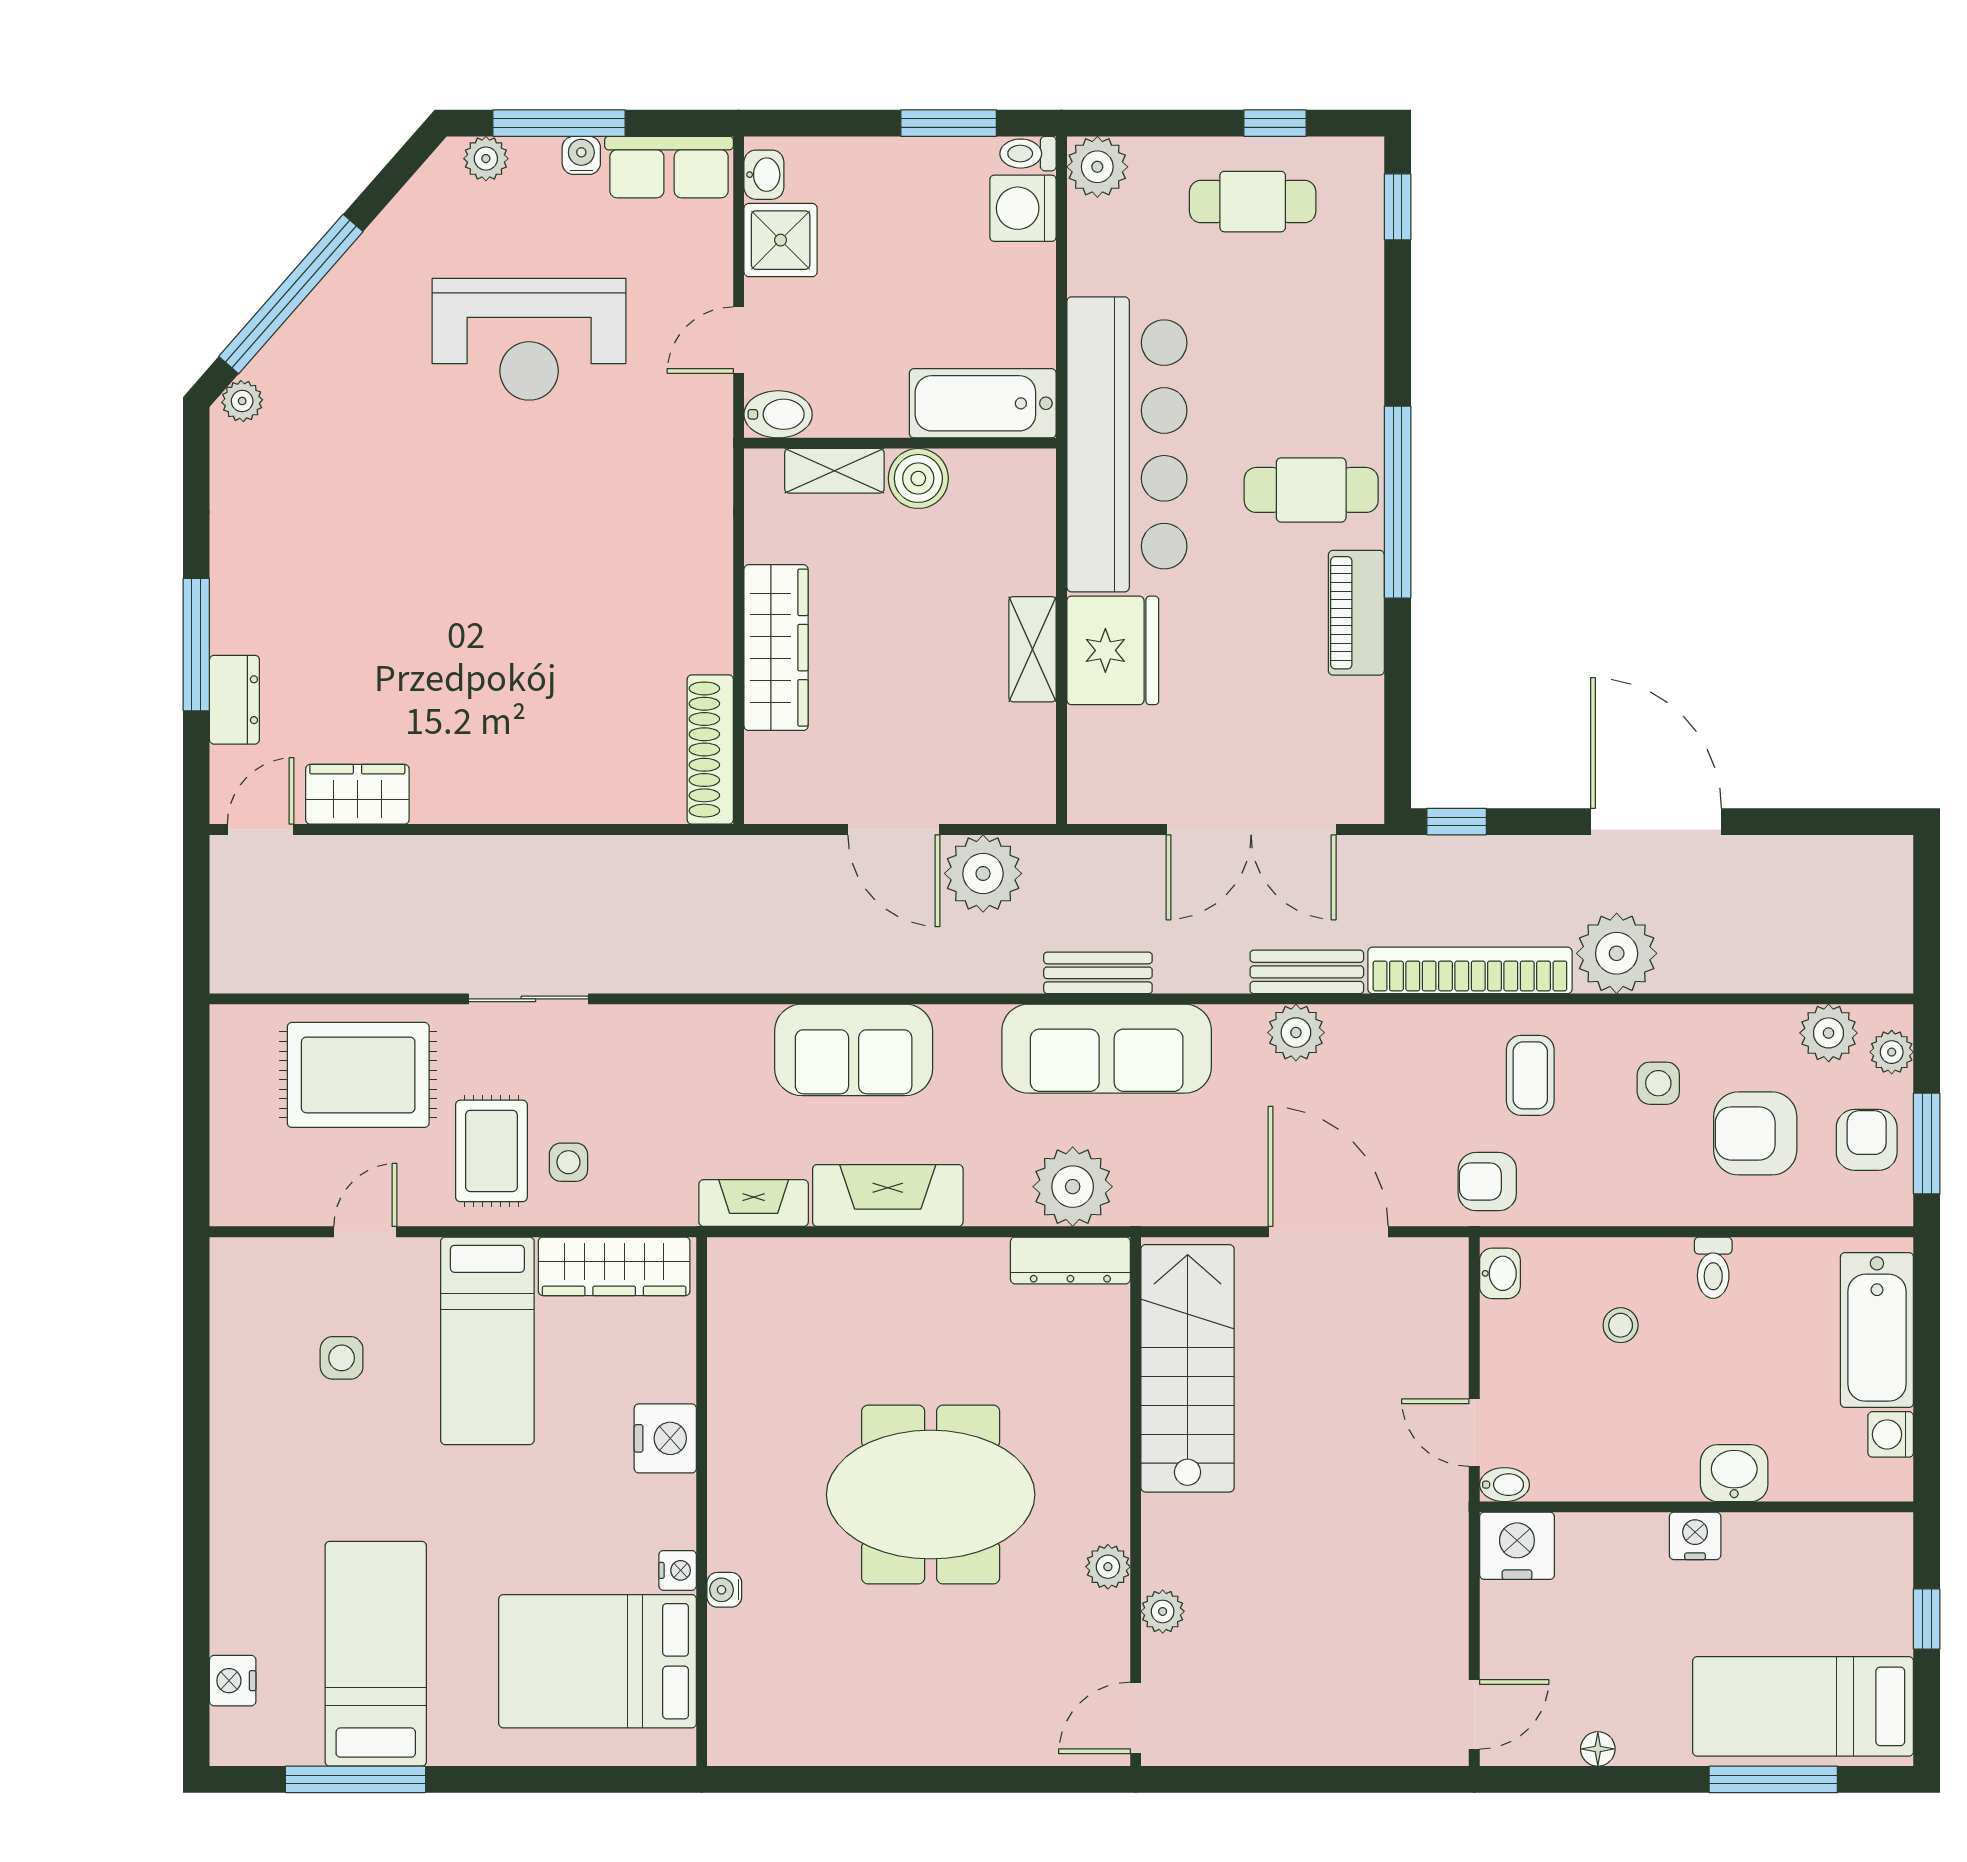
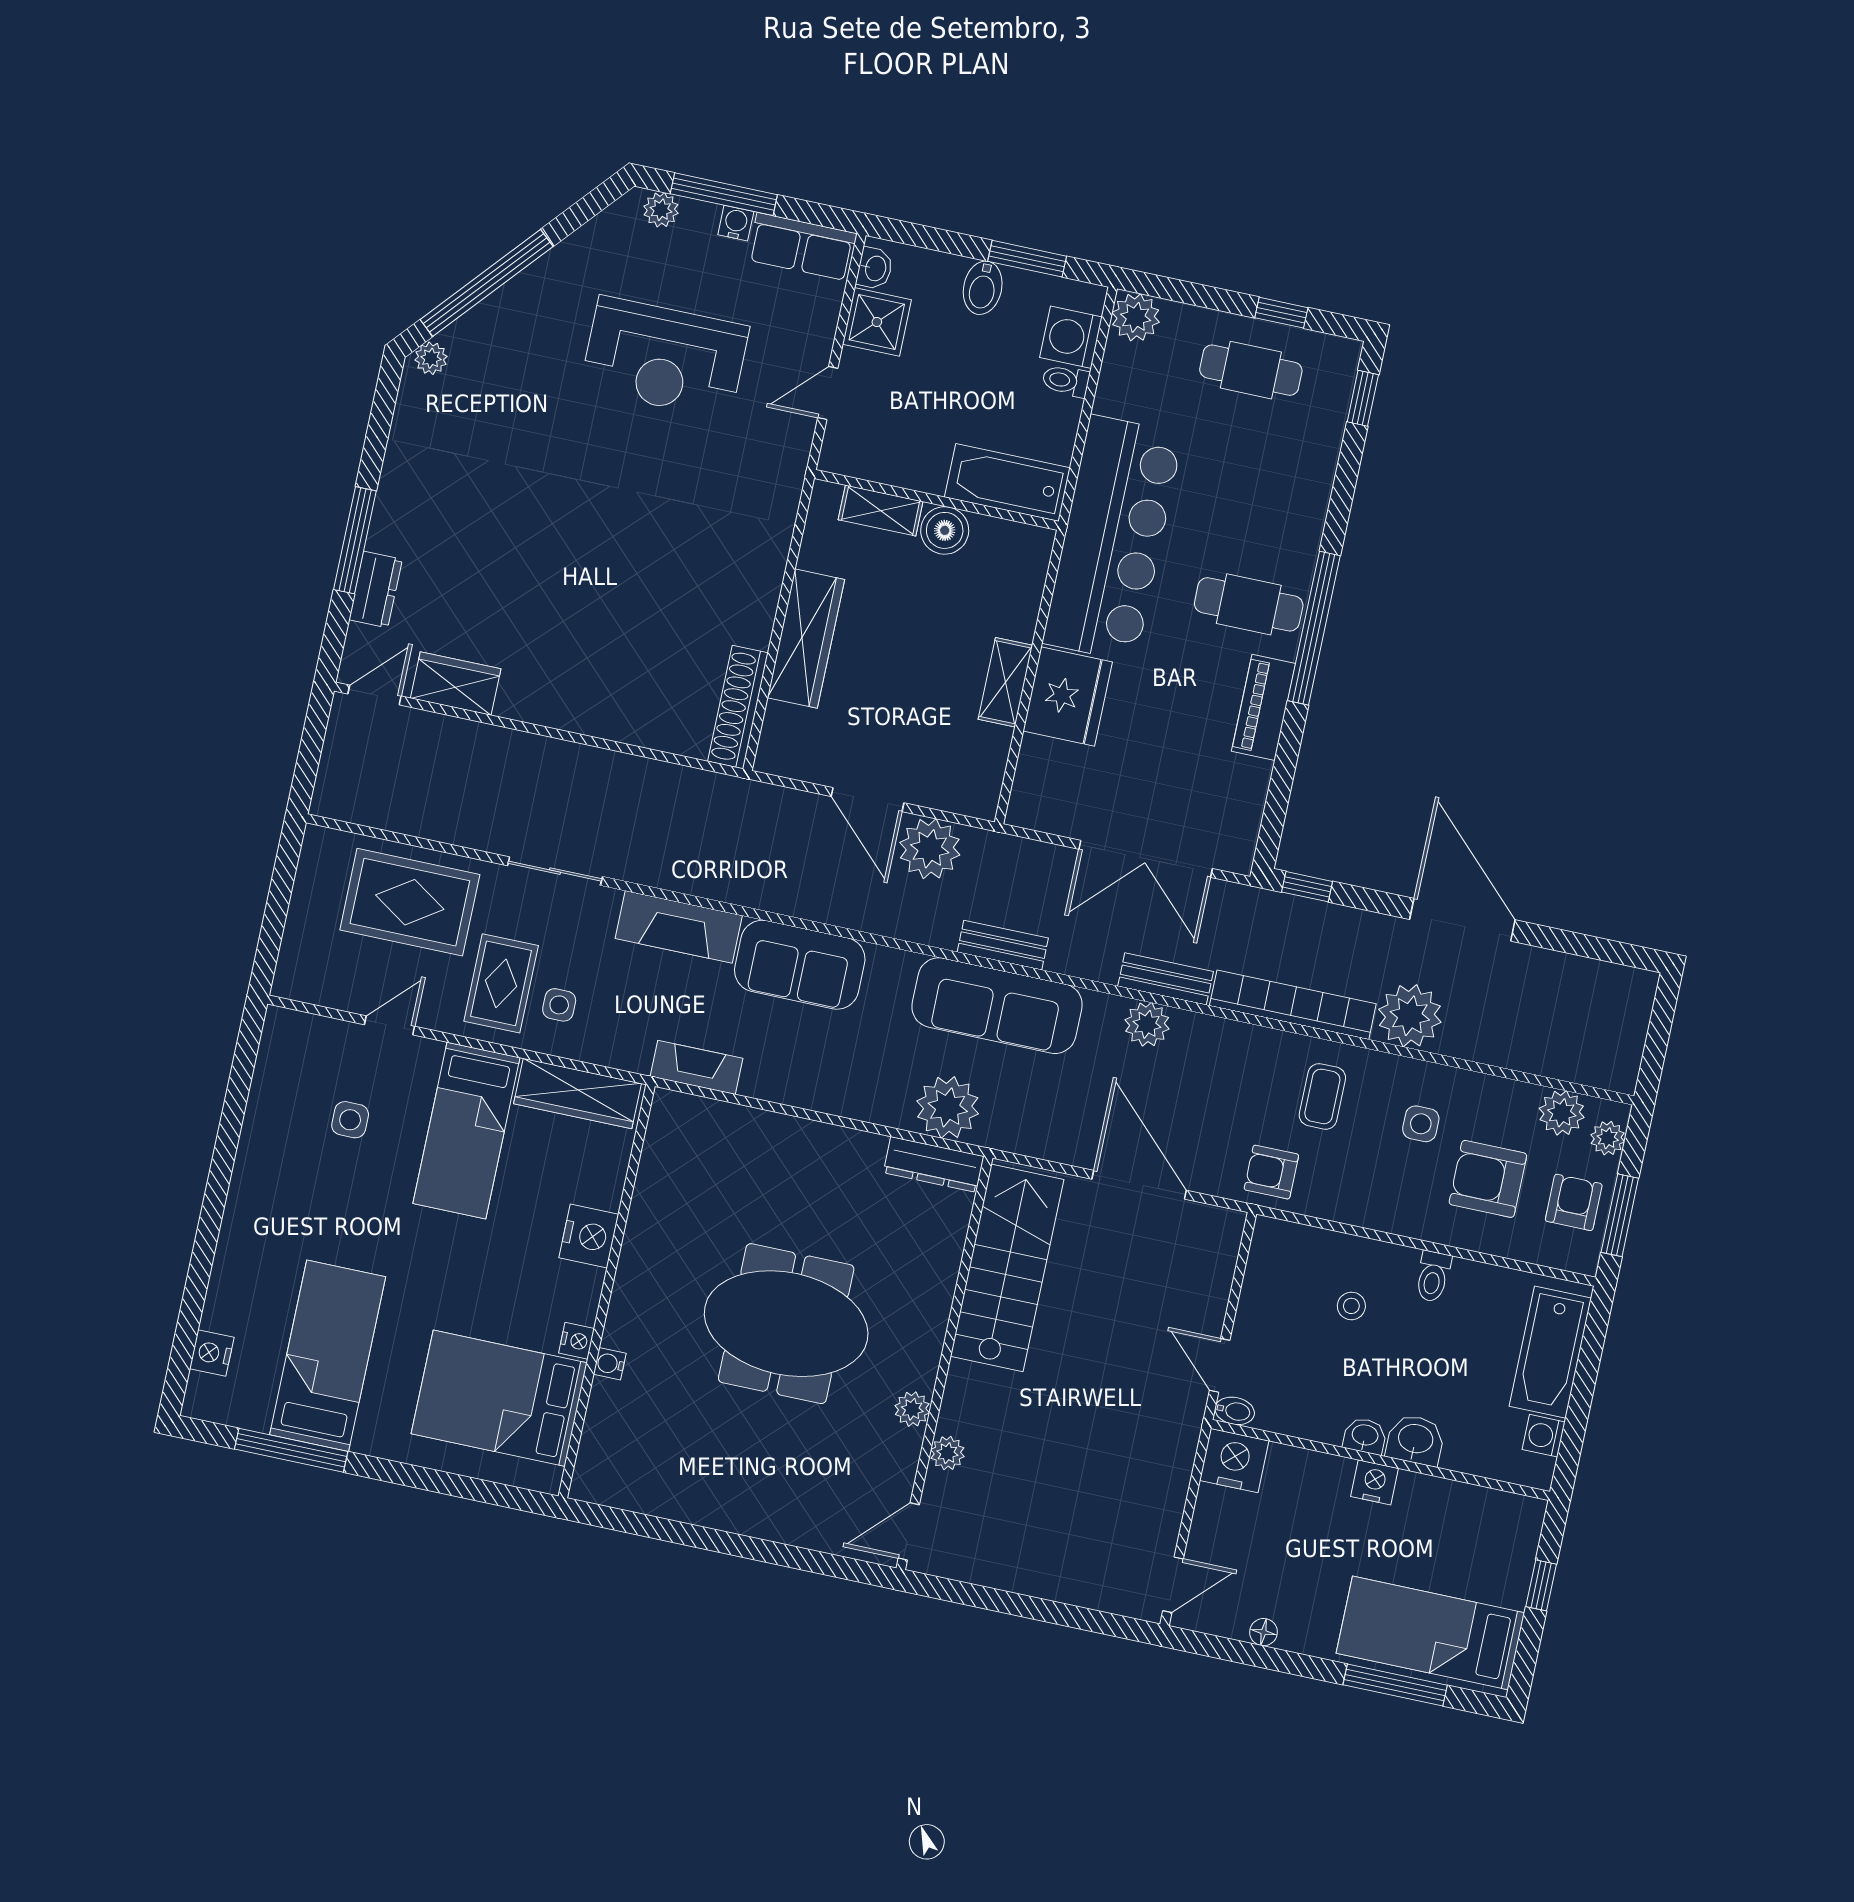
toilet: (1028, 154) -> (1066, 381), moved
bidet: (778, 414) -> (983, 288), moved, turned 90
fireplace: (888, 1195) -> (679, 927), moved, turned 180
washbasin: (1500, 1273) -> (1365, 1436), moved, turned -90

